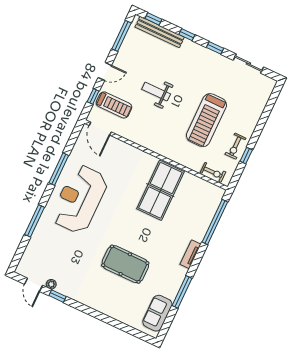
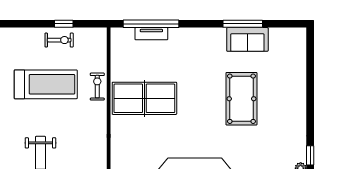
exercise bike: (213, 172) -> (97, 87), moved
tv unit: (190, 254) -> (151, 34), moved
sofa: (157, 313) -> (247, 39), moved

